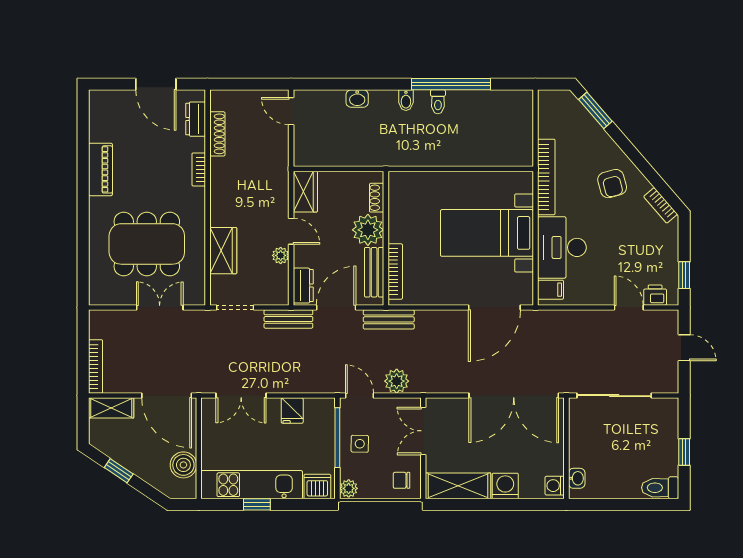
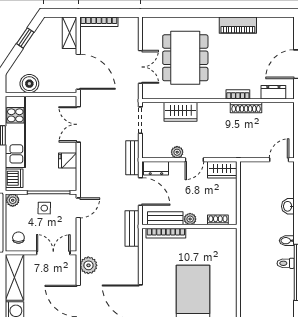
shoe rack: (217, 134) -> (246, 108), moved
plant: (368, 230) -> (190, 219), width x0.53, depth x0.53
plant: (397, 381) -> (88, 265), moved
door: (167, 396) -> (78, 72), swing flipped

